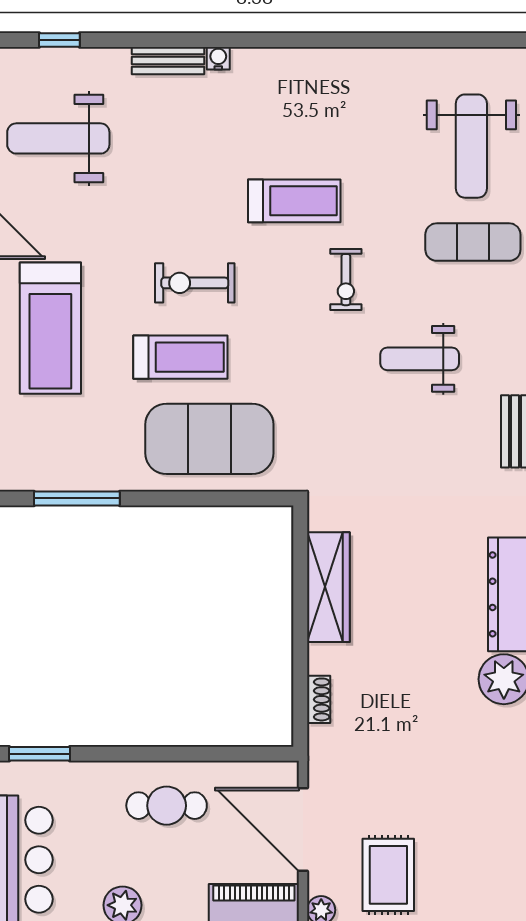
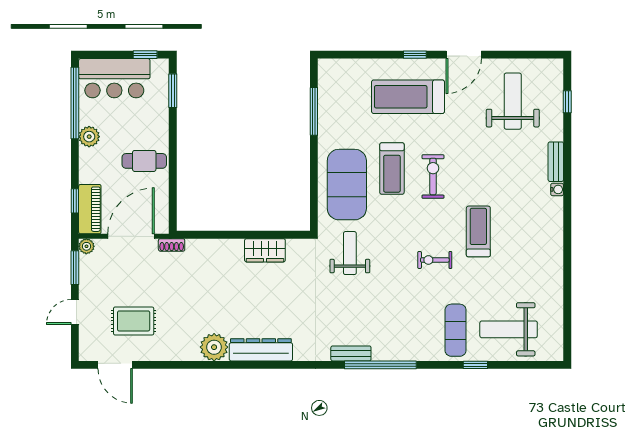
treadmill: (294, 201) -> (478, 231), turned 180
weight bench: (420, 359) -> (350, 253), moved
wardrobe: (328, 587) -> (265, 250), width x0.67
shoe rack: (319, 699) -> (172, 245), moved
cafe table: (167, 806) -> (144, 161), turned 90
rug: (388, 875) -> (134, 321), moved

